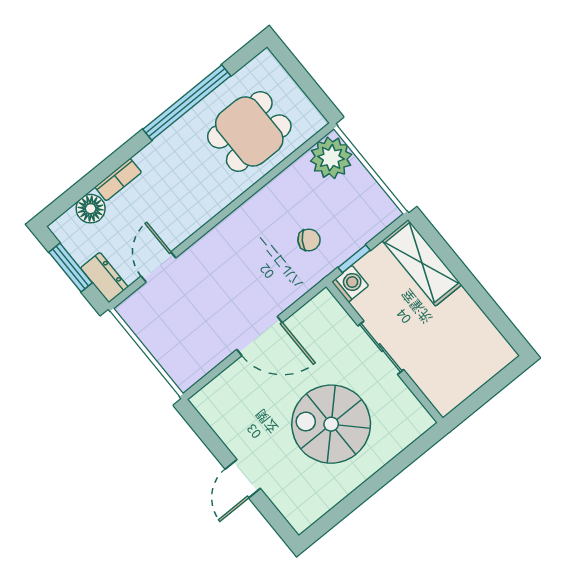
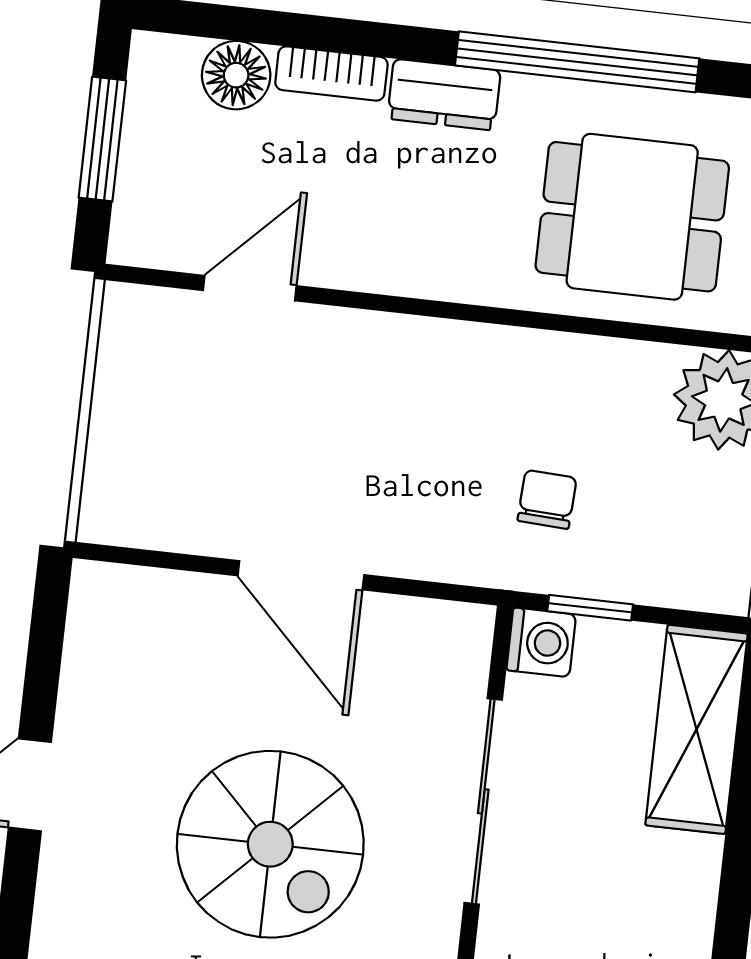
chair: (309, 240) -> (547, 499), turned -121
dresser: (104, 278) -> (444, 95), moved, turned 90
sliding door: (381, 348) -> (483, 801), width x1.37
spiral stairs: (331, 424) -> (270, 844), turned 180

